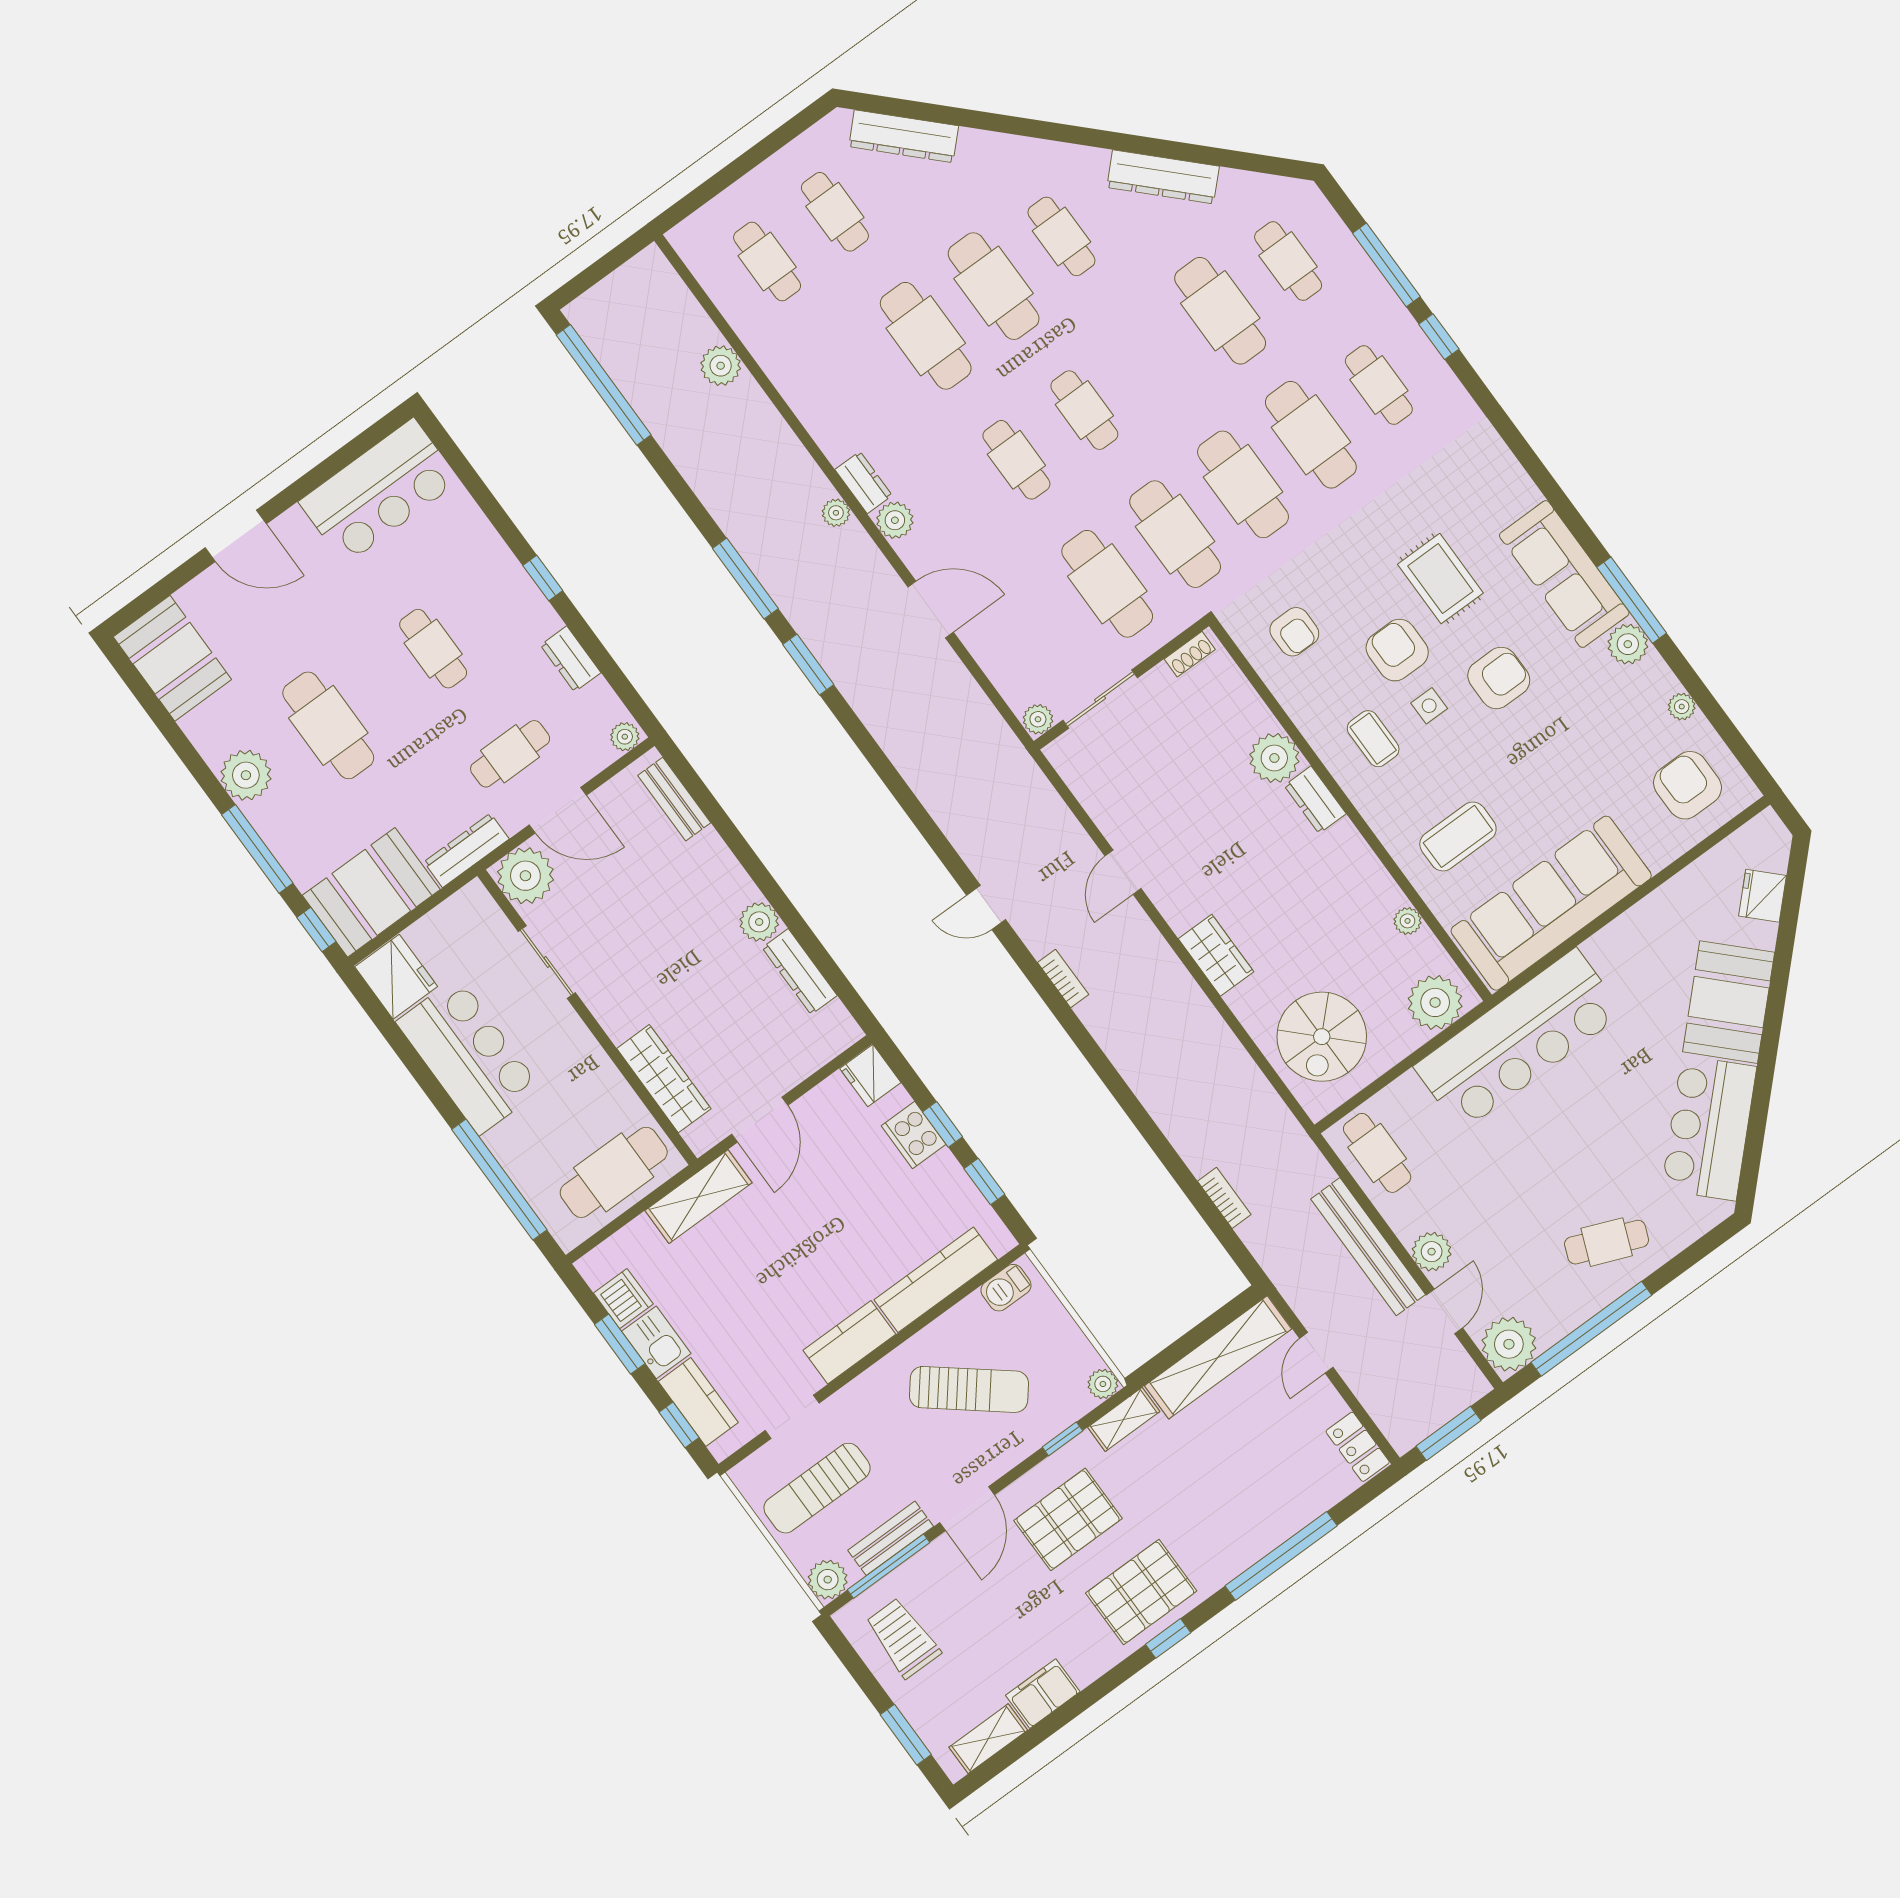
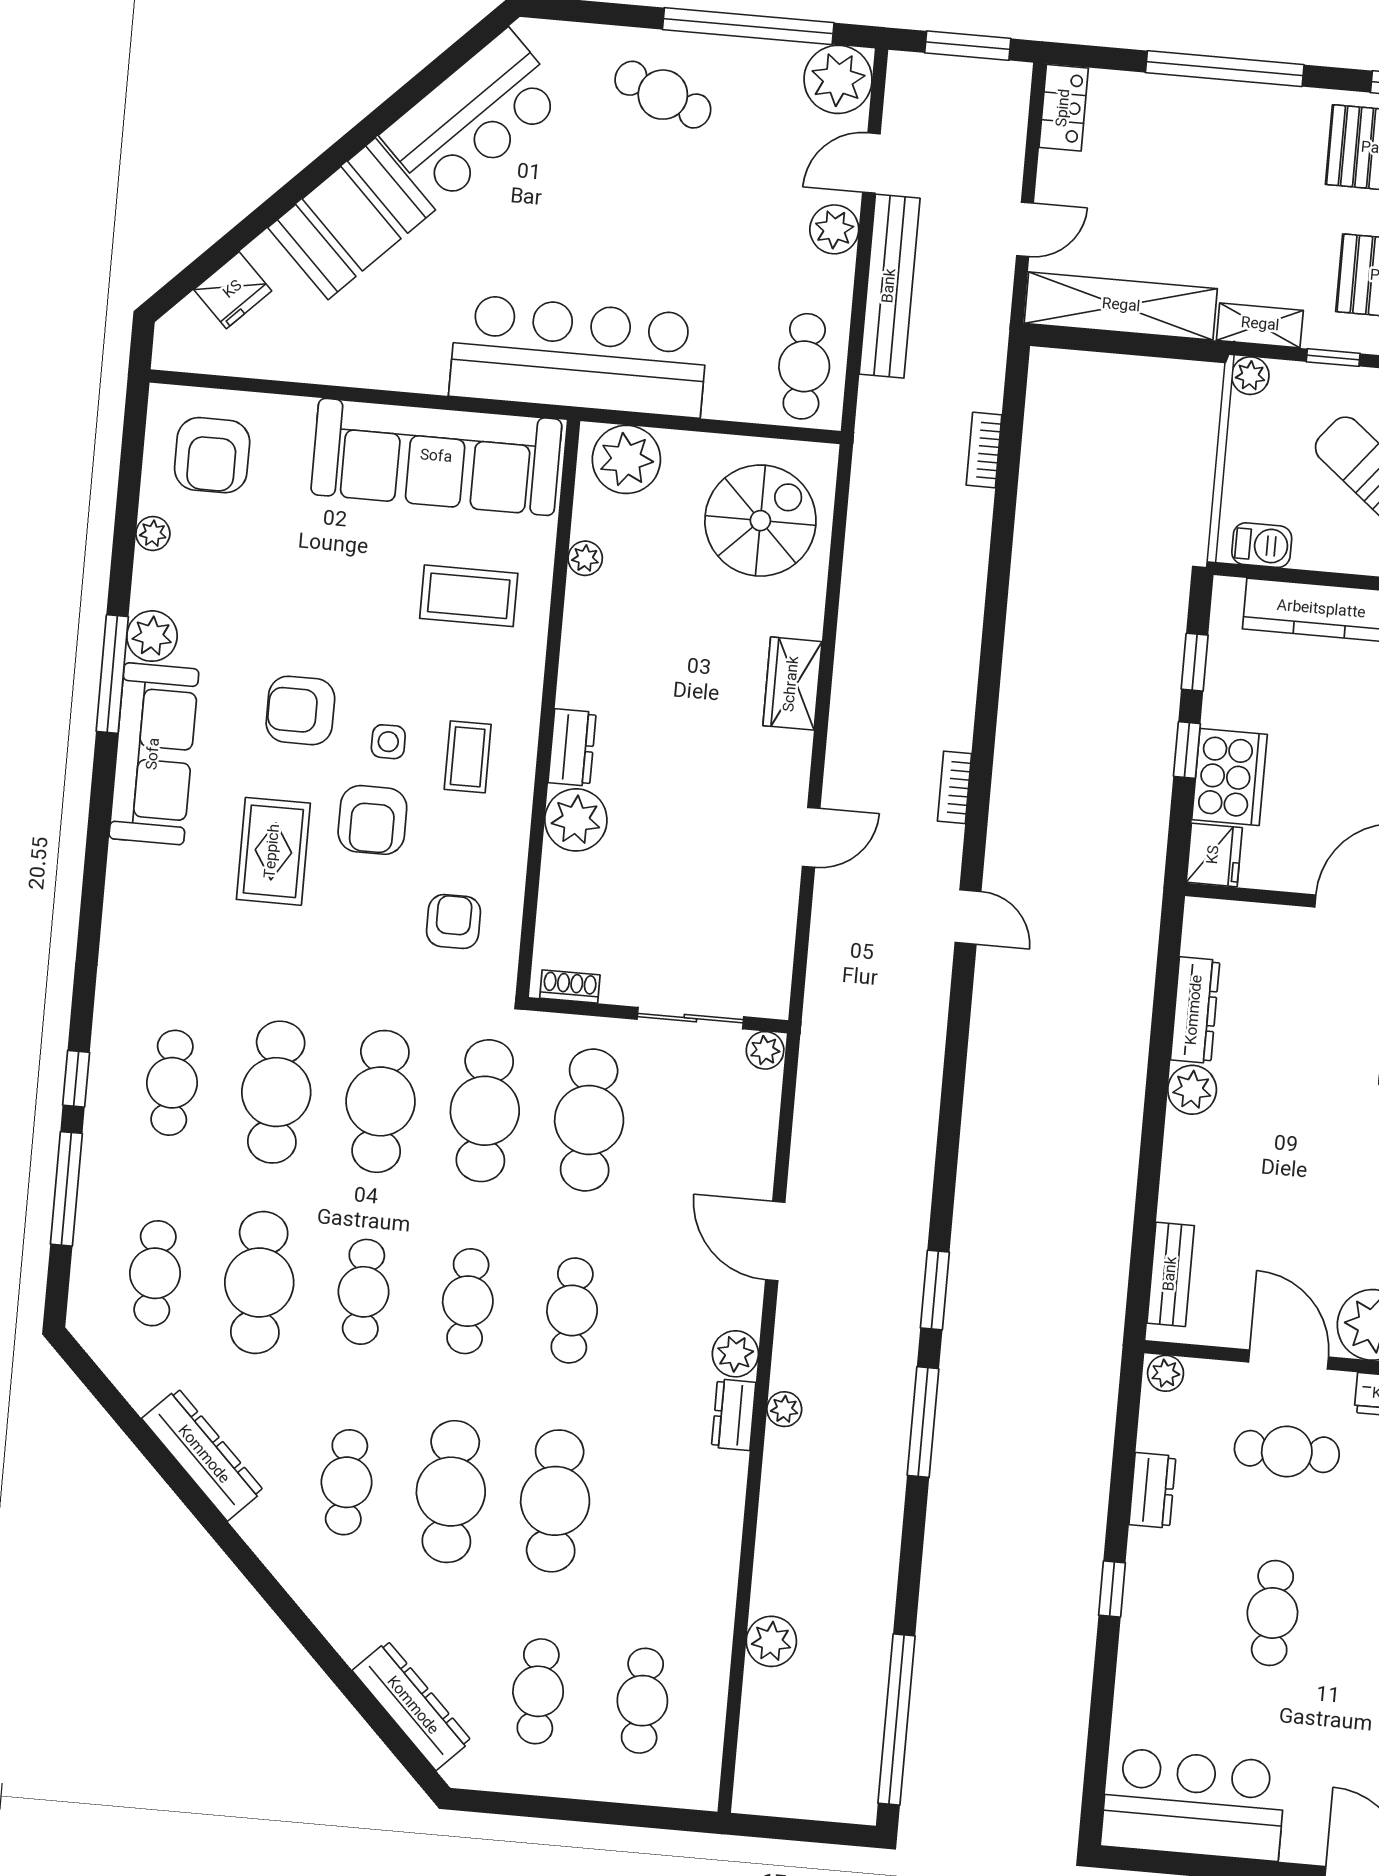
cafe table: (1152, 360) -> (364, 1292), added
cooker: (914, 1135) -> (1229, 777), width x1.37, depth x1.31

